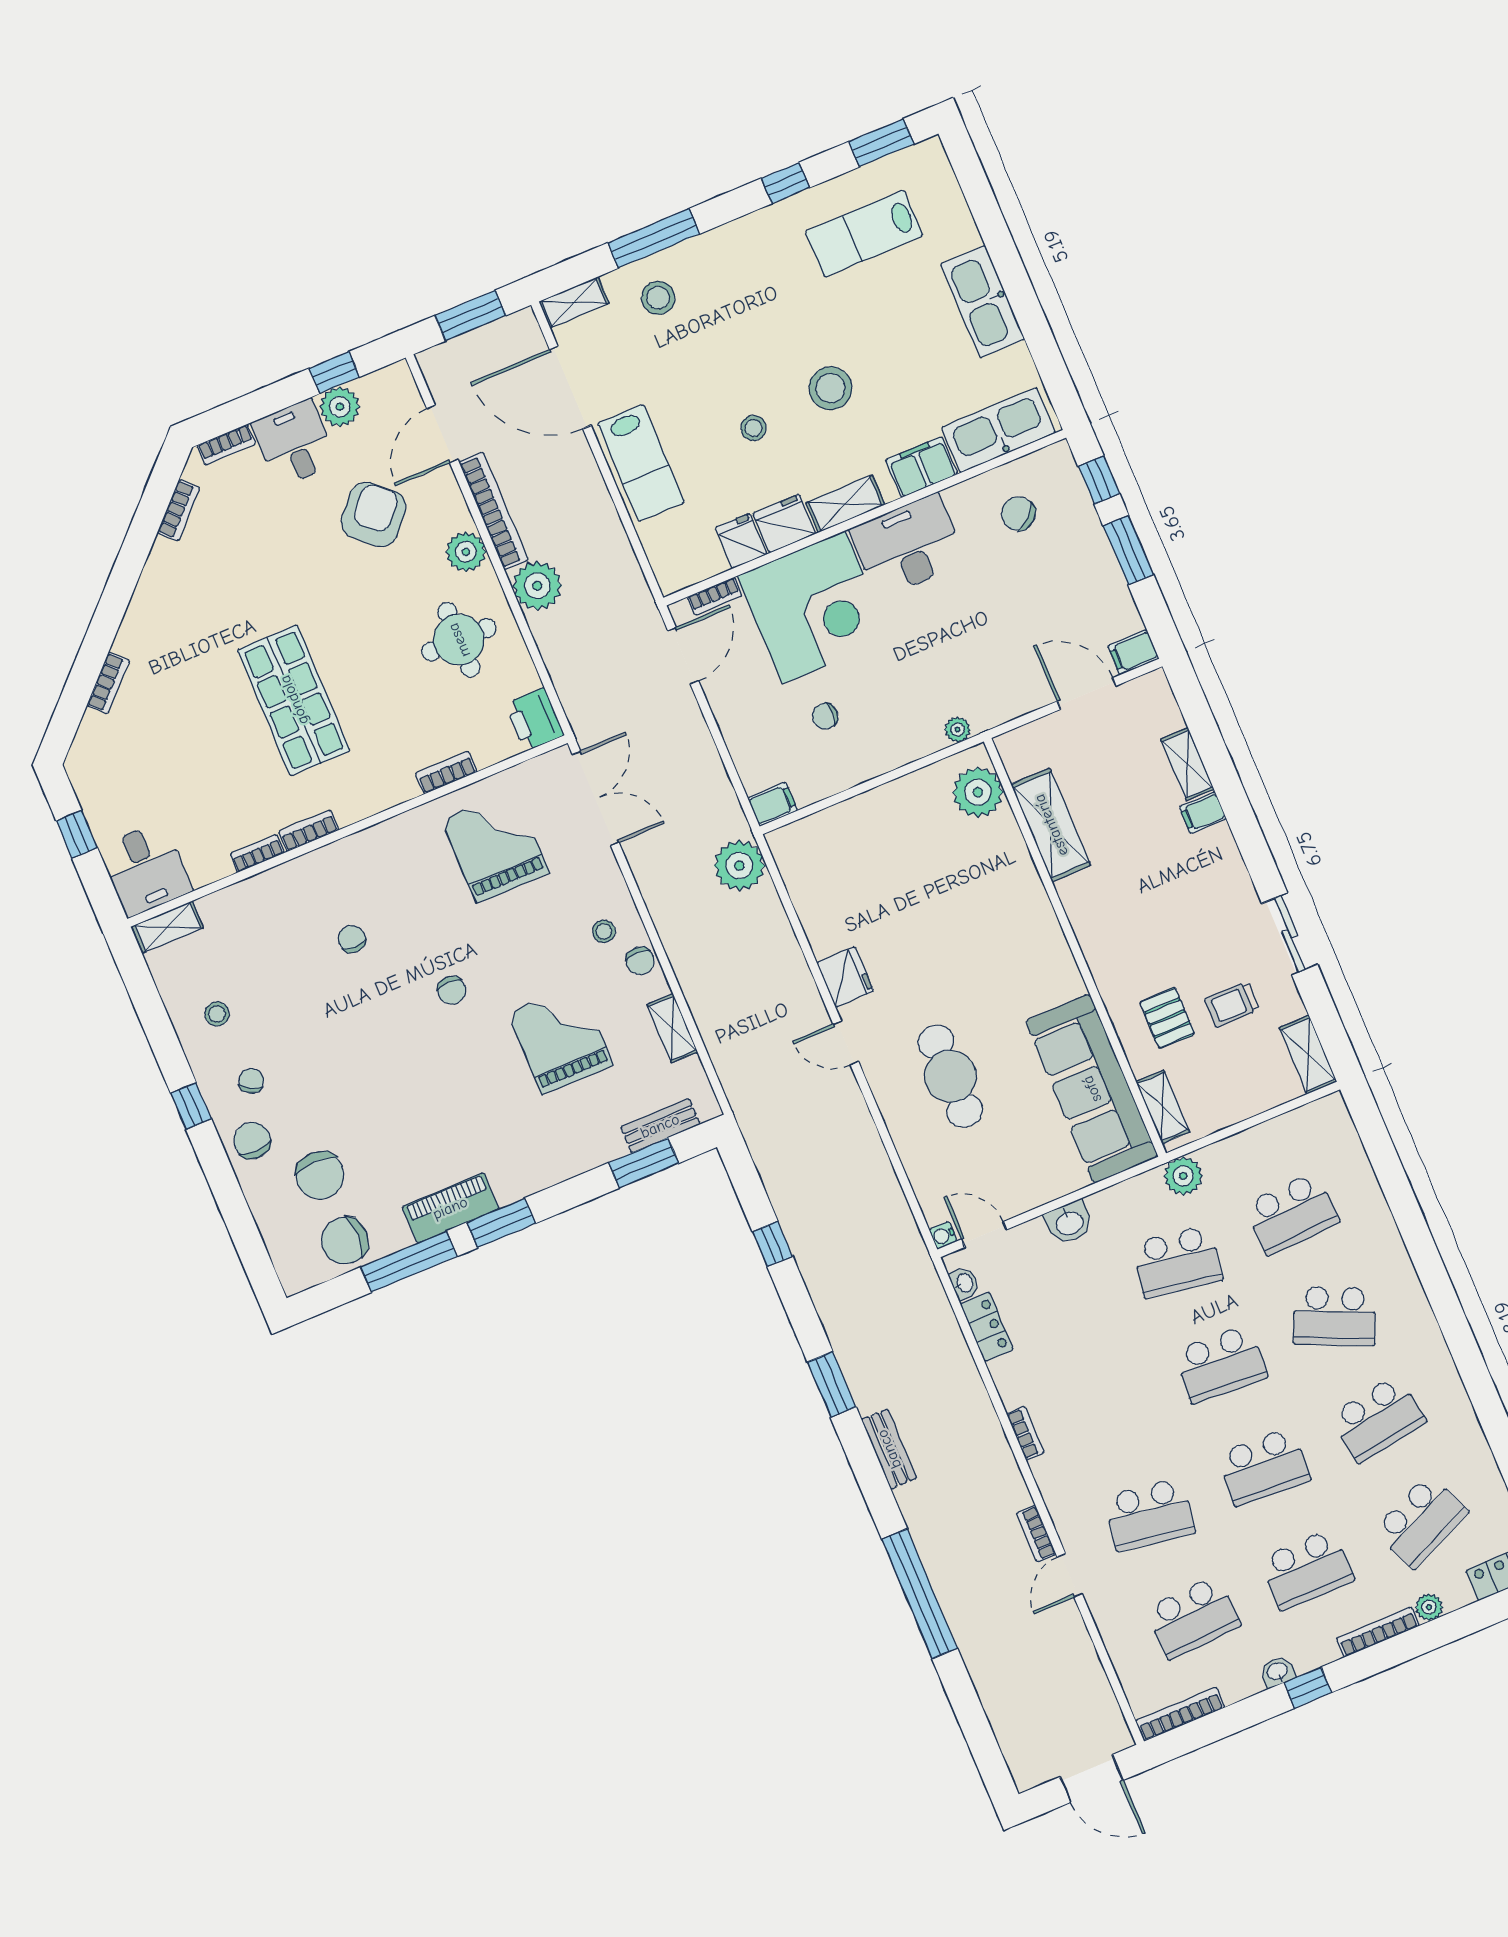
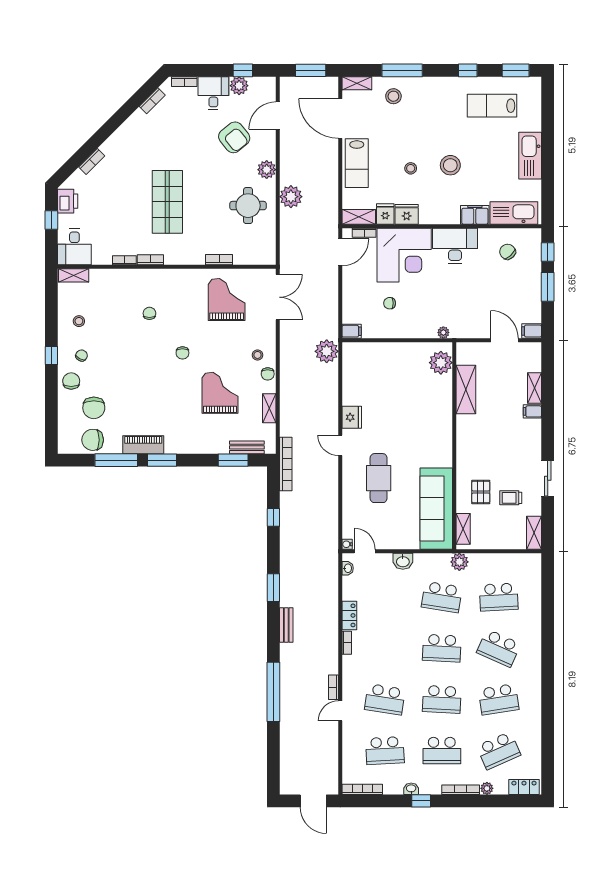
shelving: (845, 504) -> (359, 217), moved
bookcase: (494, 511) -> (286, 464), moved
armchair: (374, 515) -> (234, 137), turned 99
printer: (535, 720) -> (68, 201), moved, turned 180
locker: (987, 1327) -> (349, 615), moved

